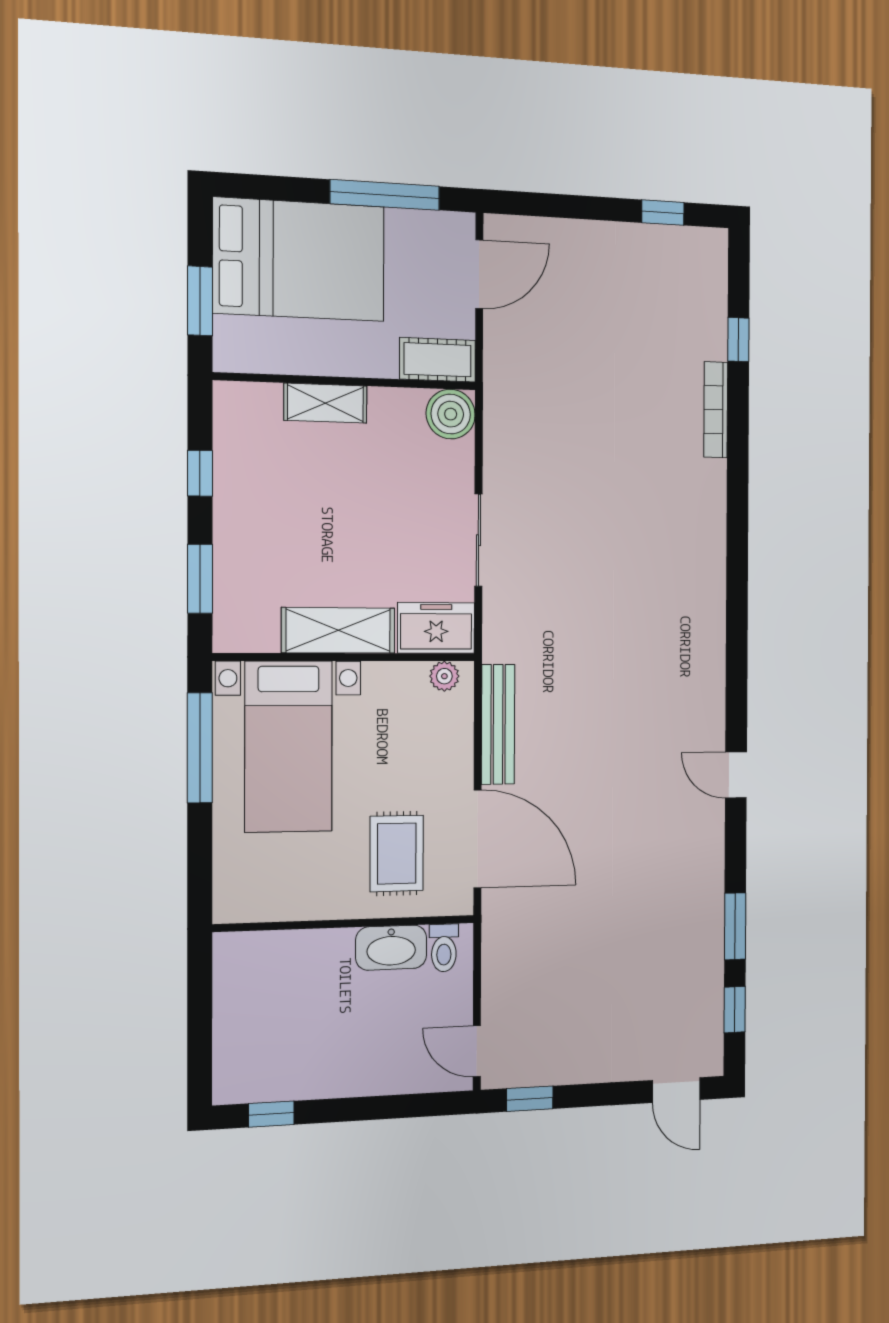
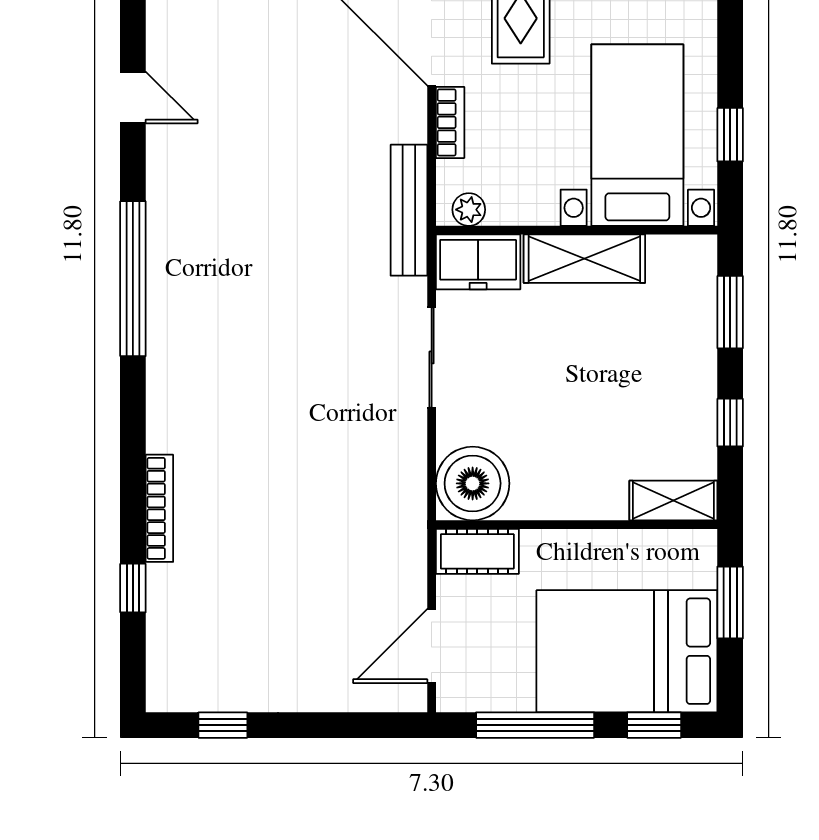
window: (273, 188) -> (654, 725), added
shelving: (325, 403) -> (673, 500), moved
boiler: (451, 414) -> (473, 483), width x1.37, depth x1.37
window: (737, 614) -> (133, 279), added
bench: (498, 724) -> (409, 210), moved
window: (200, 748) -> (730, 135), width x0.46
bookcase: (461, 756) -> (450, 122), added

